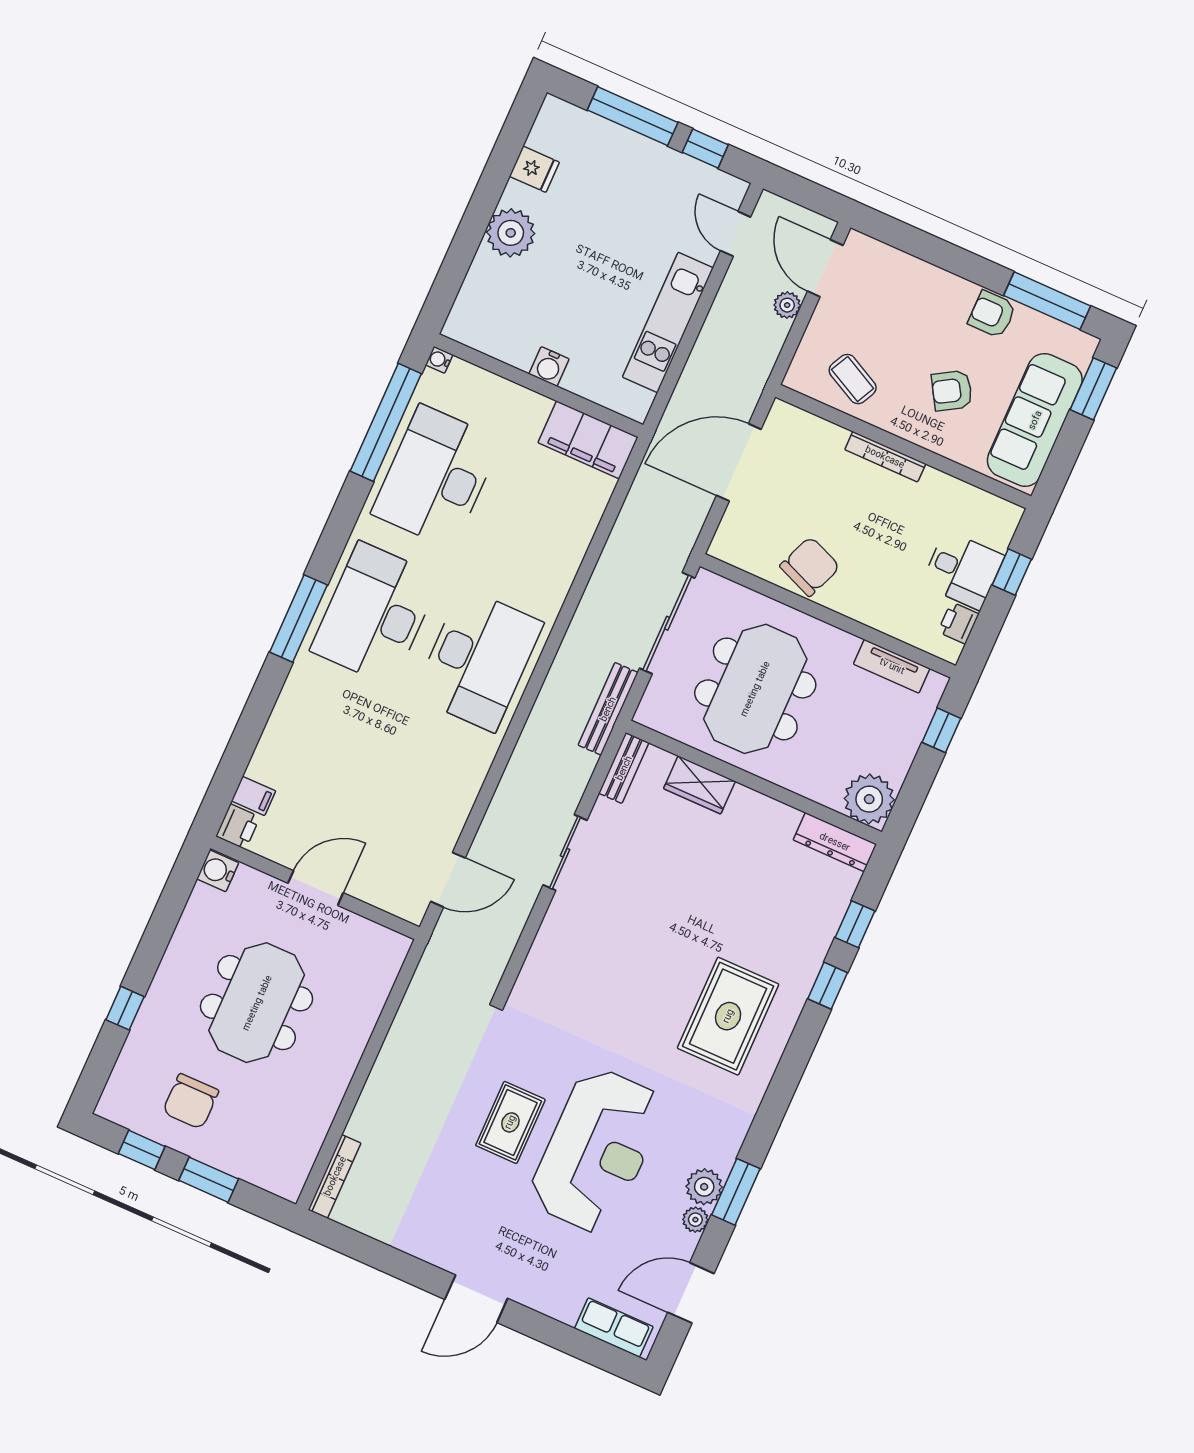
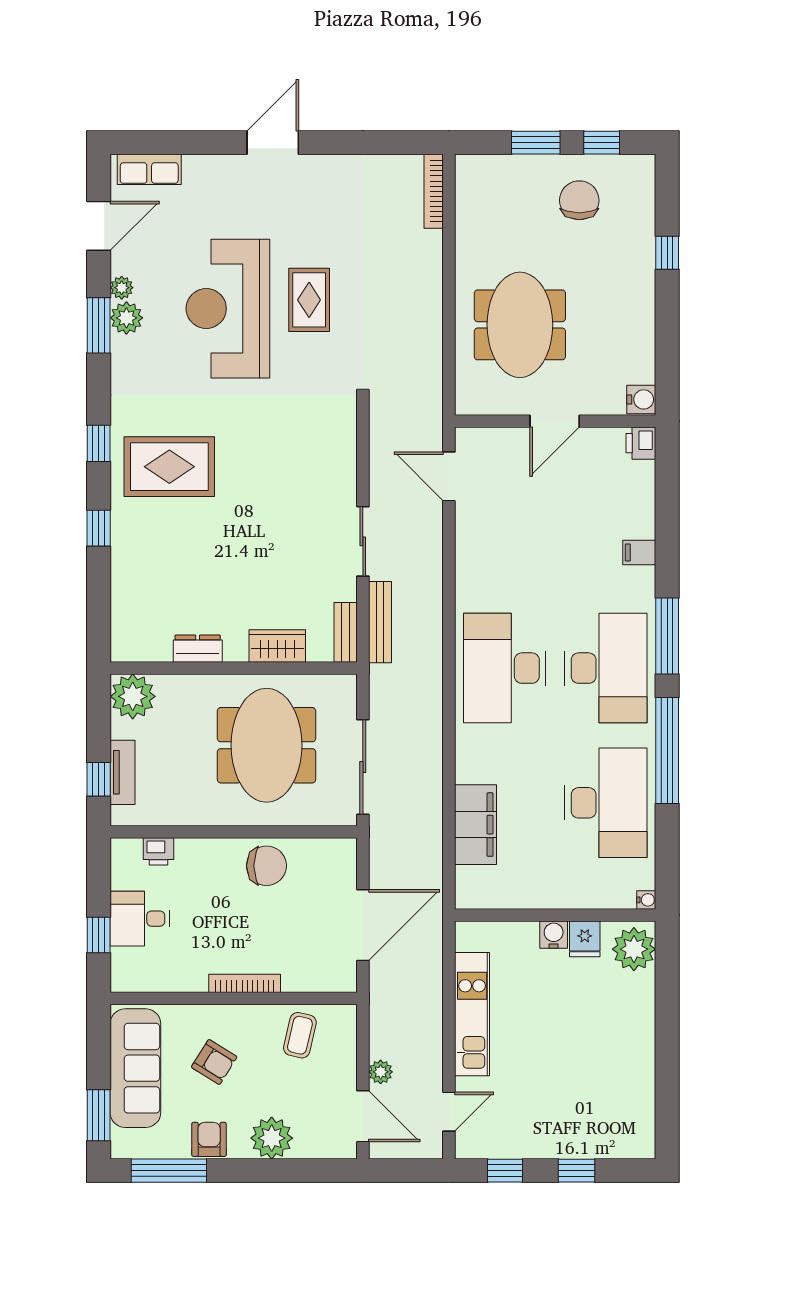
window: (633, 116) -> (576, 1171), width x0.46
fridge: (534, 169) -> (585, 939), moved, turned -90
plant: (511, 233) -> (634, 949), moved
door: (736, 234) -> (449, 1112), hinge flipped
plant: (928, 287) -> (272, 1138), added
armchair: (992, 314) -> (209, 1139), turned -90
coffee table: (853, 379) -> (300, 1035), turned 76
armchair: (952, 391) -> (214, 1062), turned 63
window: (386, 422) -> (667, 751), moved
filing cabinet: (588, 440) -> (476, 825), moved, turned 90
chair: (810, 566) -> (266, 866), turned -112
printer: (958, 623) -> (159, 851), moved, turned 90
tv unit: (892, 666) -> (122, 772), moved, turned 90
bench: (608, 709) -> (380, 622), moved
filing cabinet: (254, 796) -> (639, 552), moved
dresser: (835, 842) -> (198, 649), moved, width x0.70
door: (448, 880) -> (449, 476), hinge flipped
window: (855, 924) -> (99, 443), moved
meeting table: (257, 1003) -> (520, 325), moved
rug: (728, 1016) -> (169, 467), turned 90

